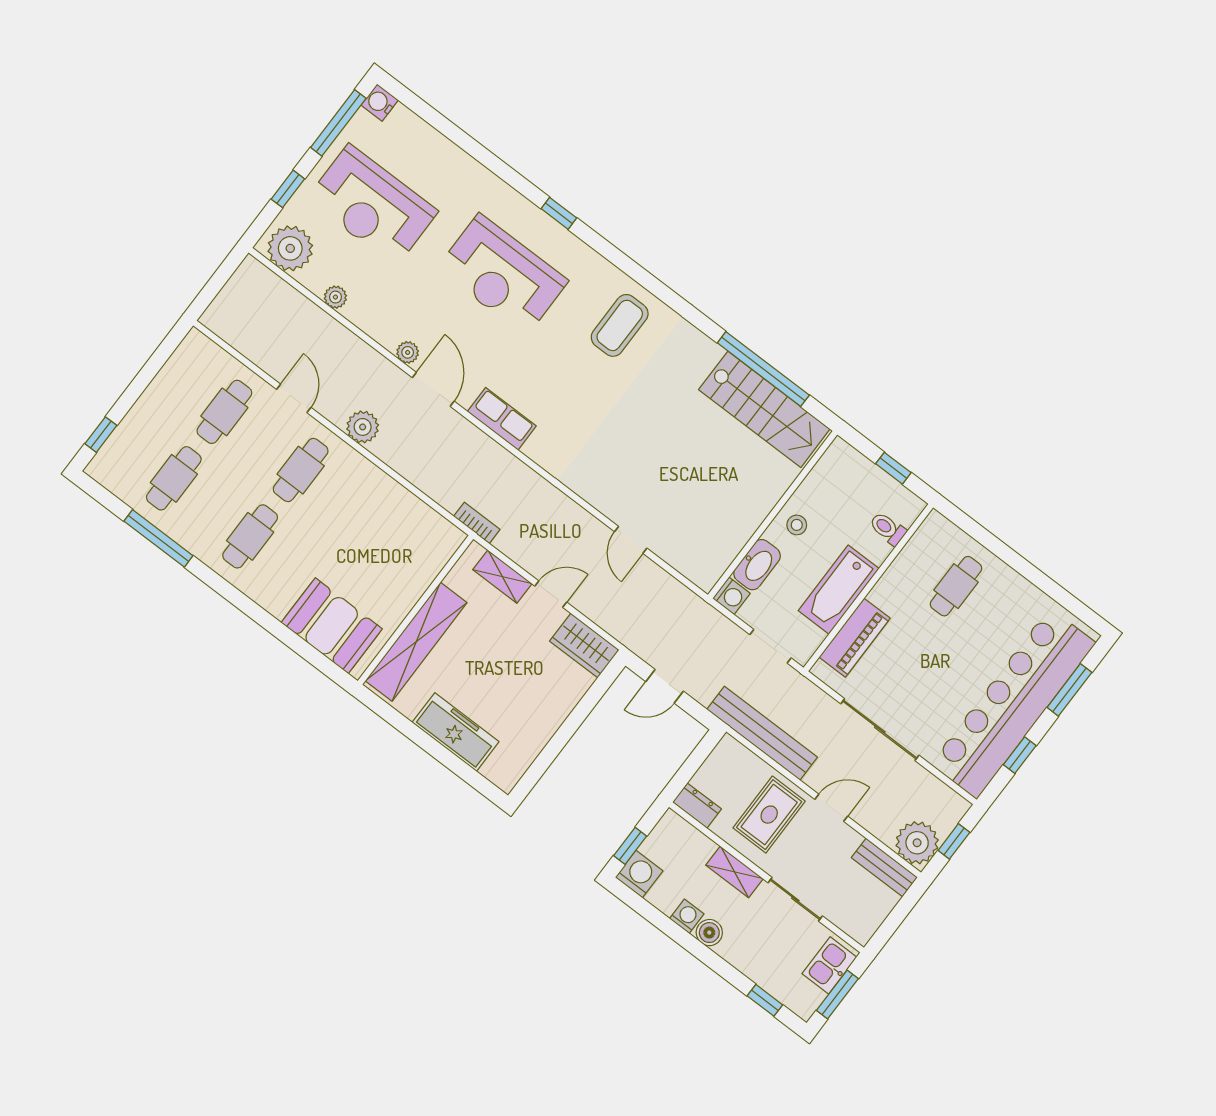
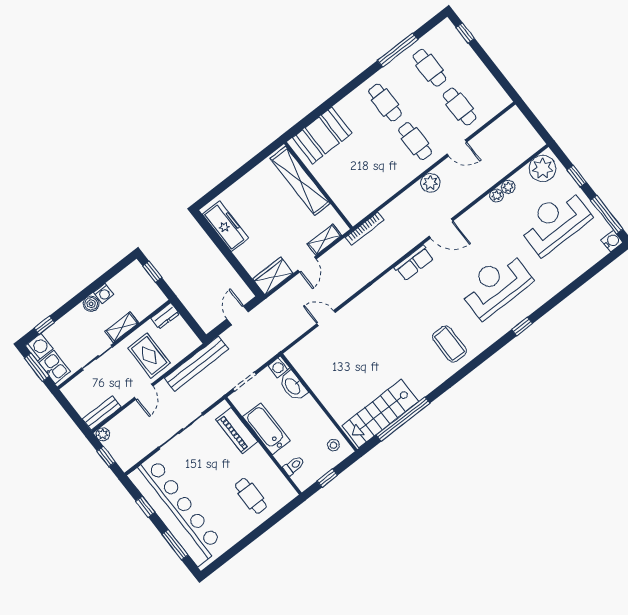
plant: (408, 352) -> (497, 196), moved
bookcase: (477, 523) -> (365, 229), width x1.56
stool: (797, 525) -> (333, 445), moved
freezer: (456, 732) -> (226, 226), moved, turned -90
plant: (917, 843) -> (103, 434), width x0.53, depth x0.53
washing machine: (639, 874) -> (39, 347), moved, turned -90

